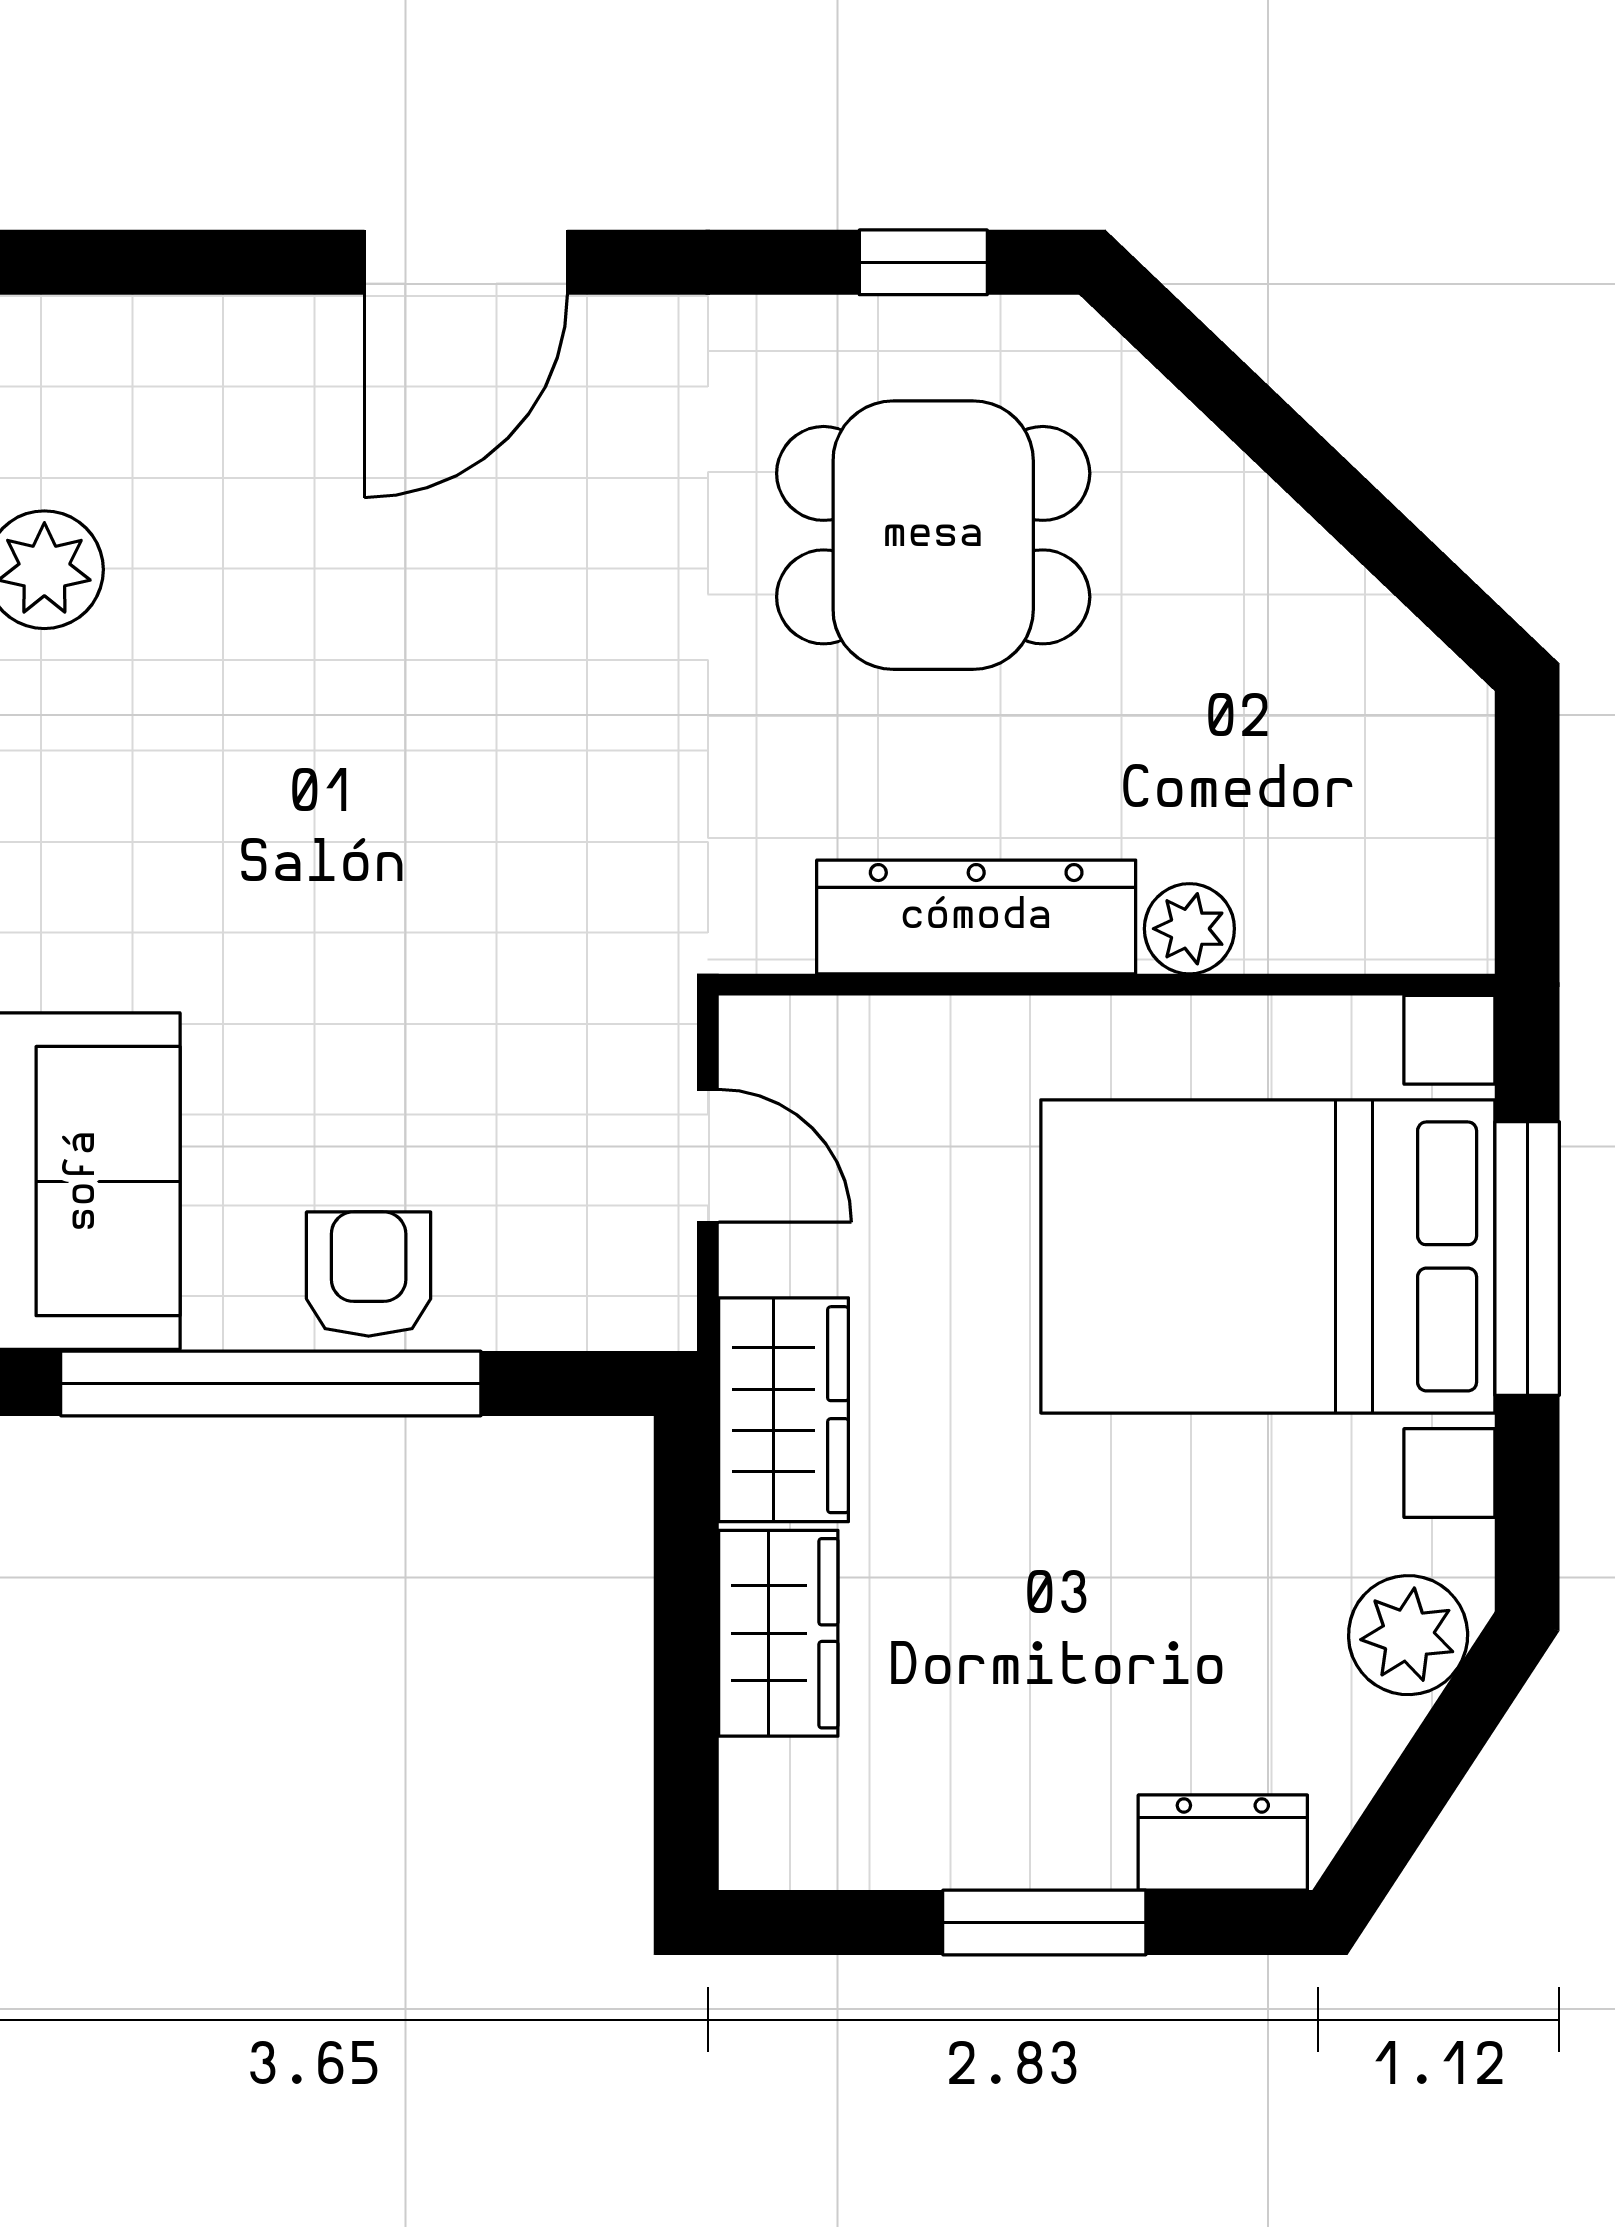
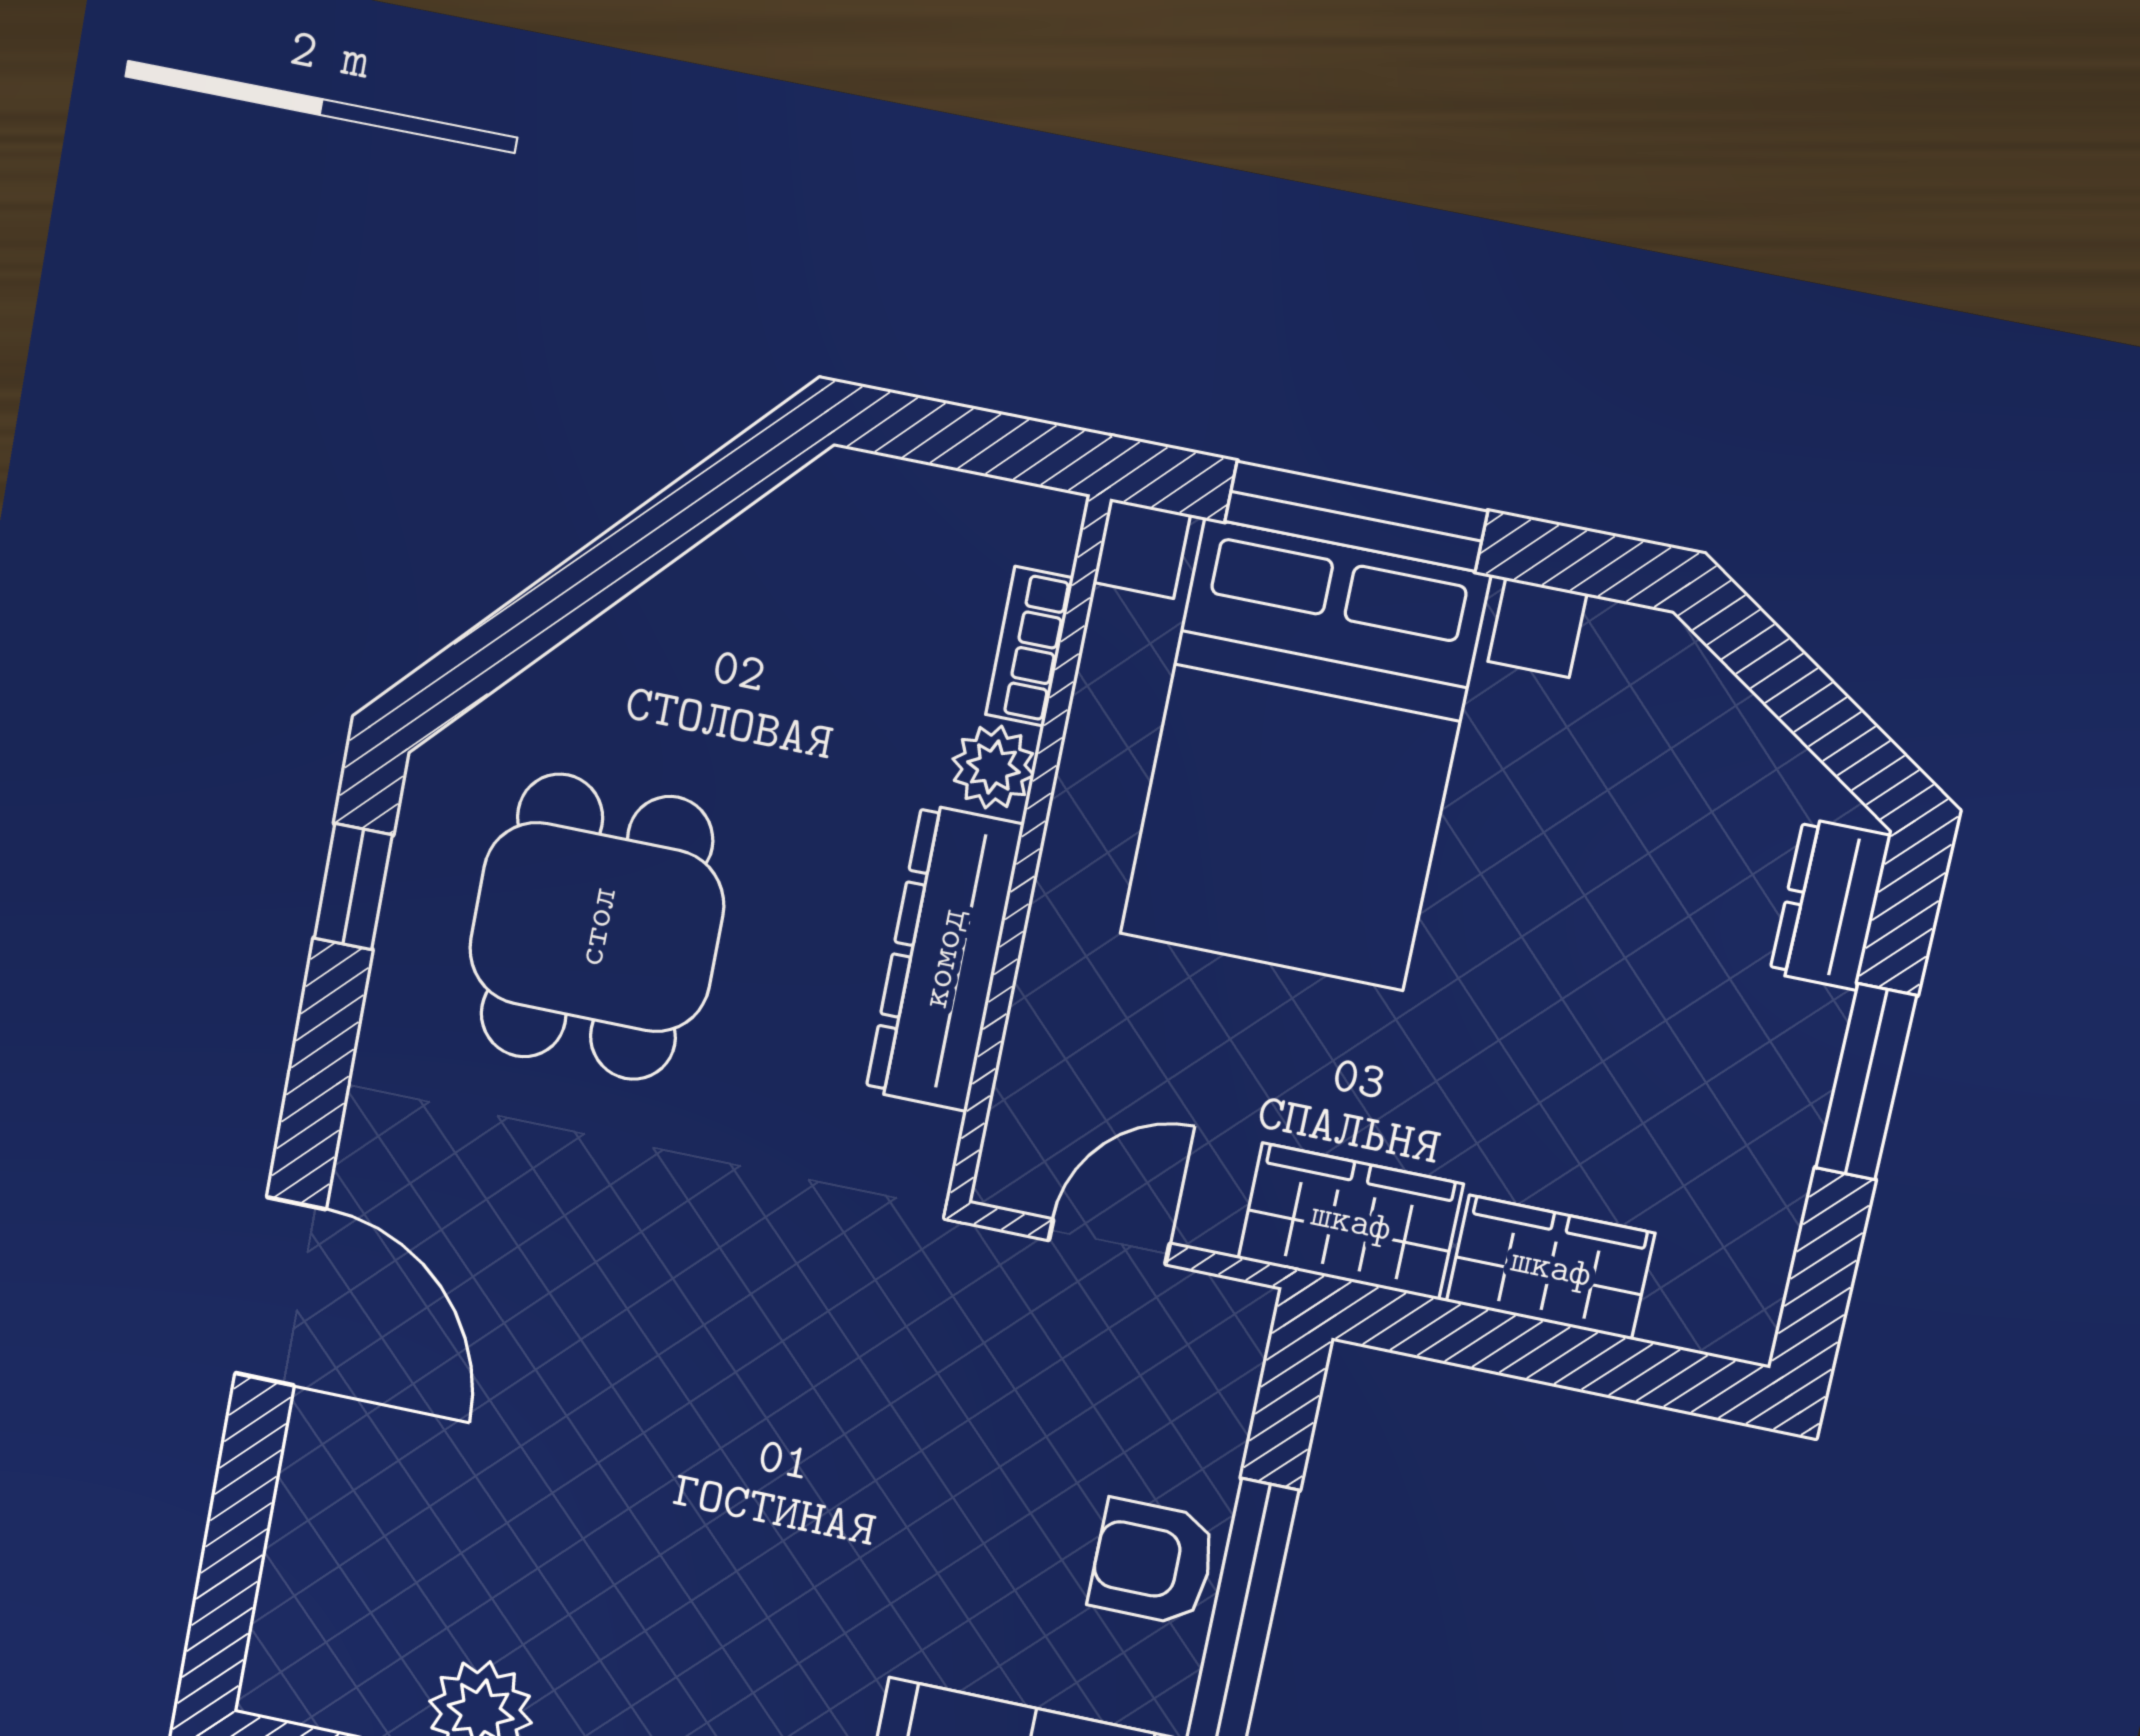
bookcase: (1324, 942) -> (1029, 646), added
plant: (1408, 1635) -> (1678, 696), removed

